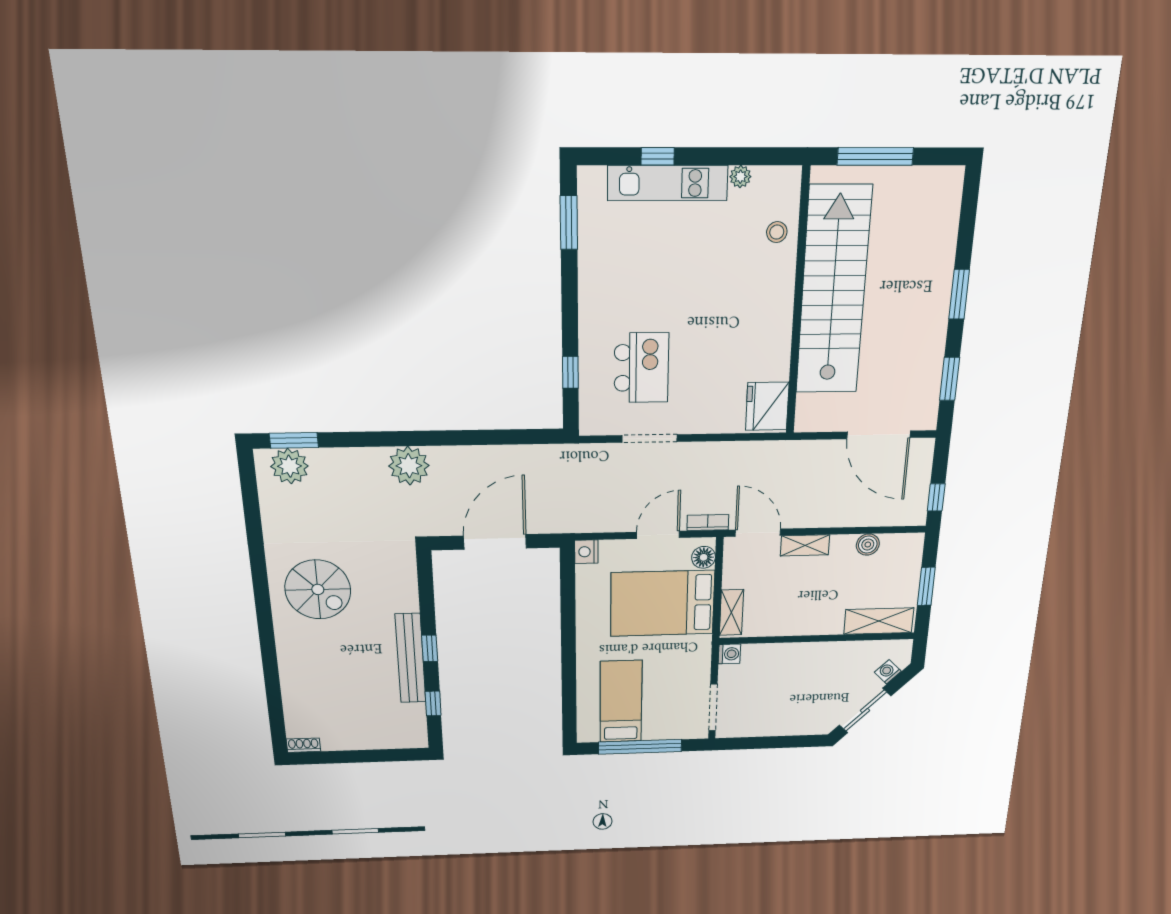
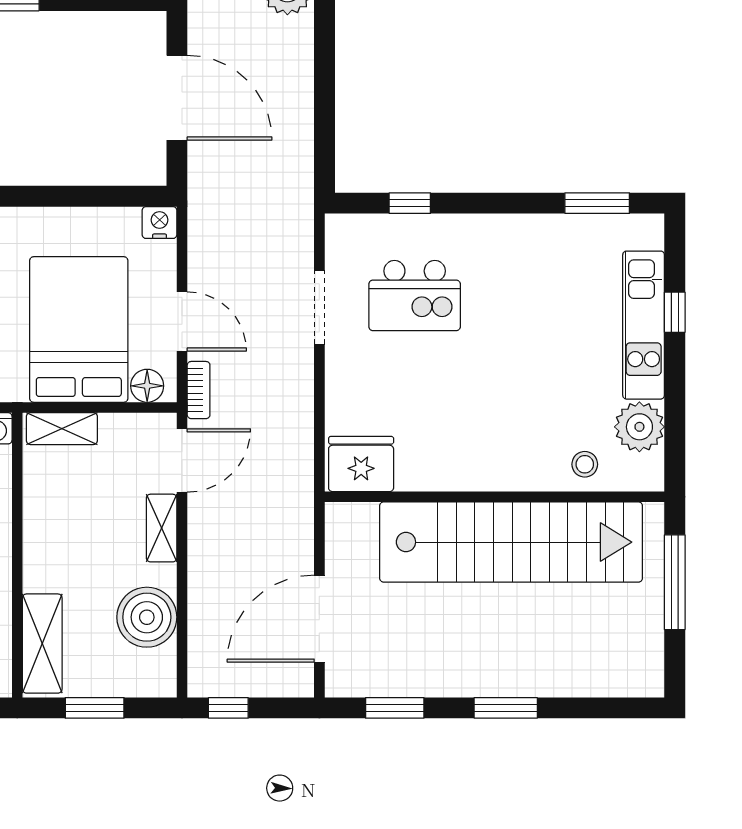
plant: (740, 177) -> (639, 427), width x1.87, depth x1.87
boiler: (868, 545) -> (147, 617), width x1.86, depth x1.86

